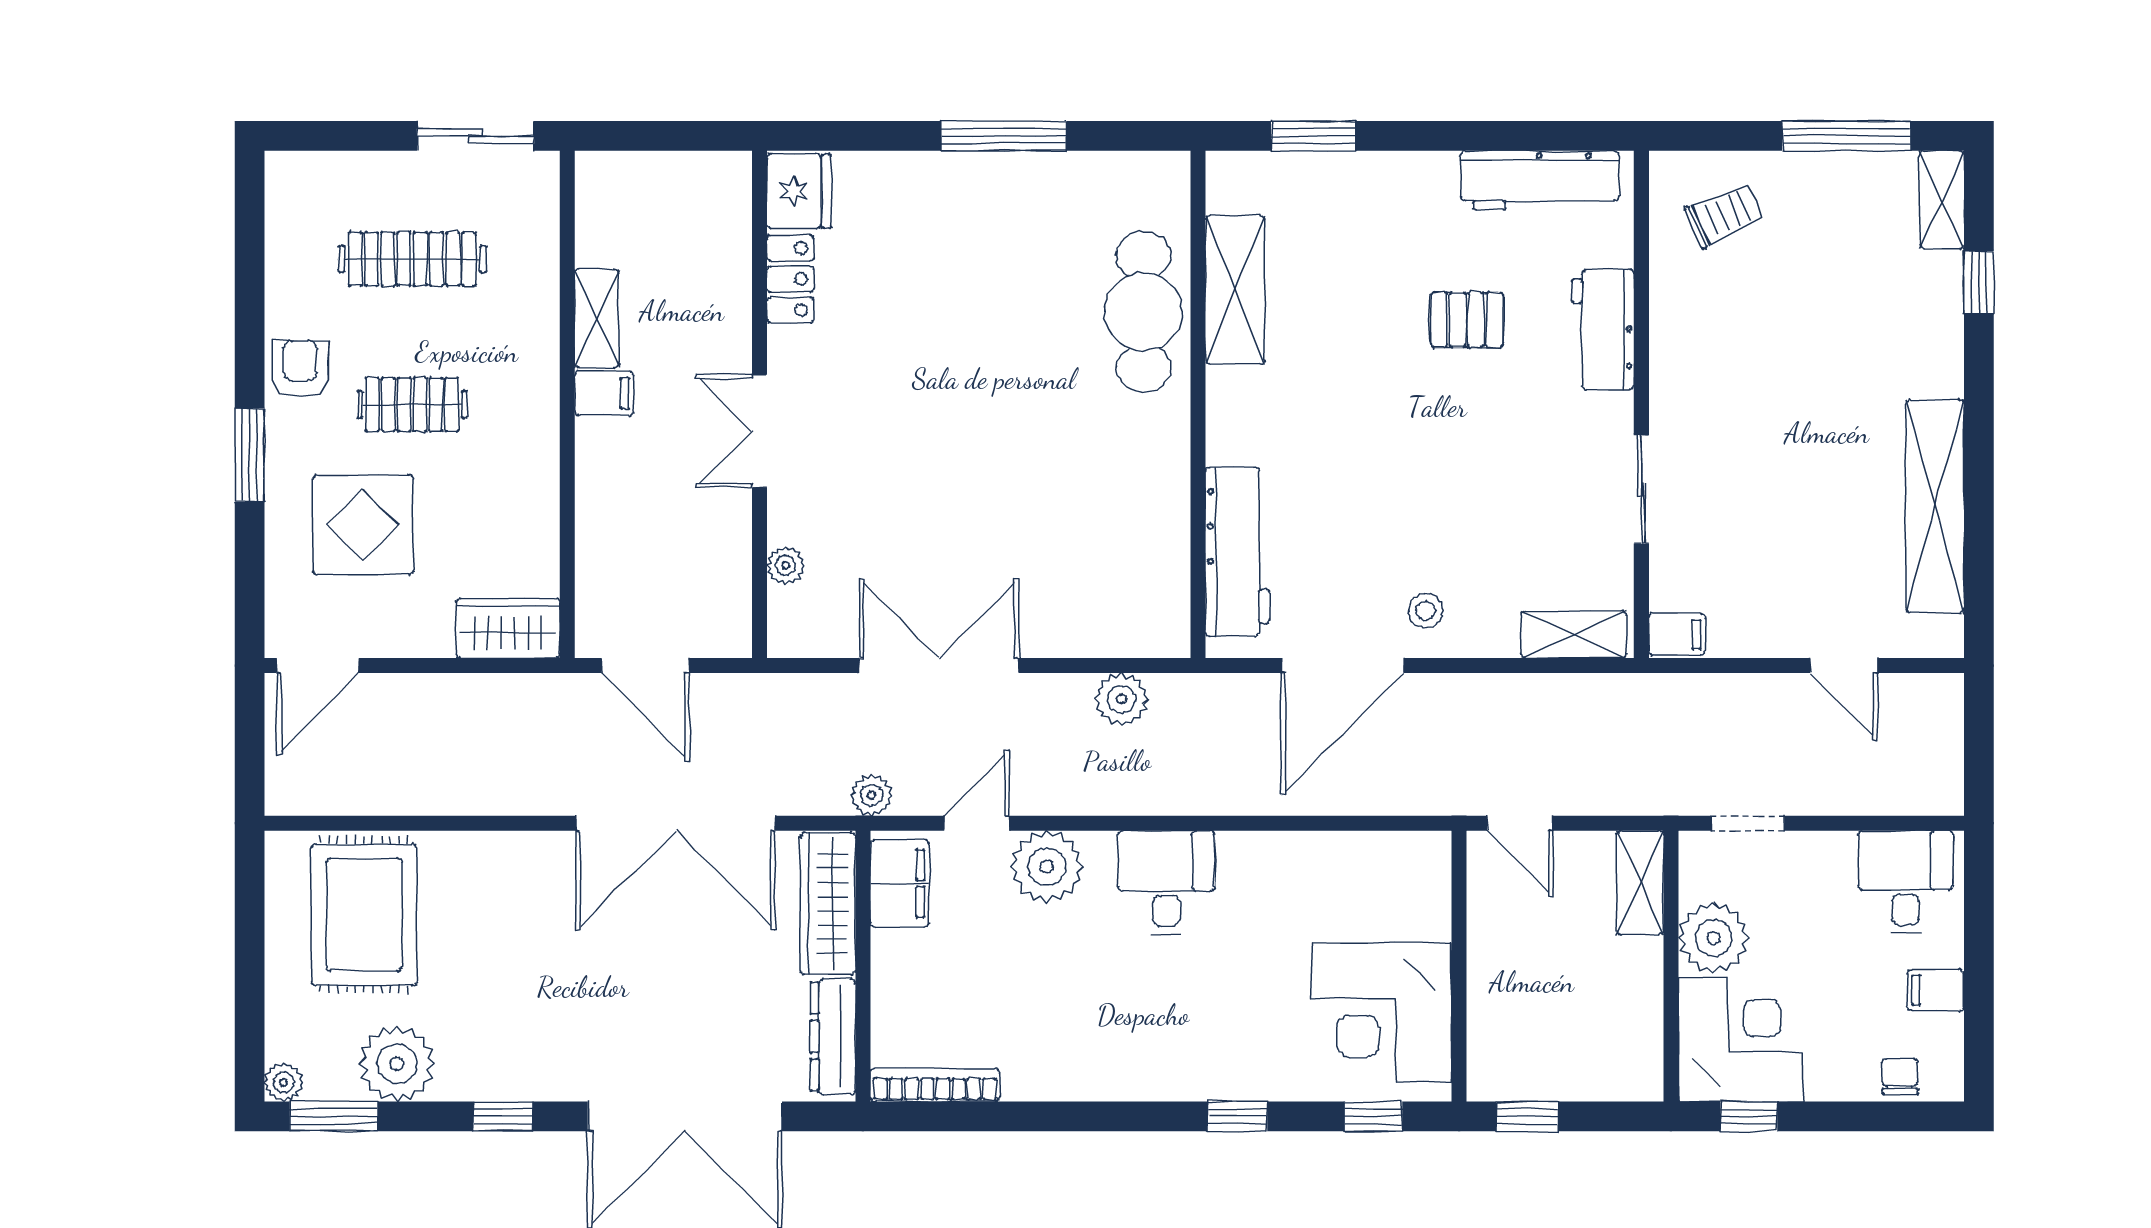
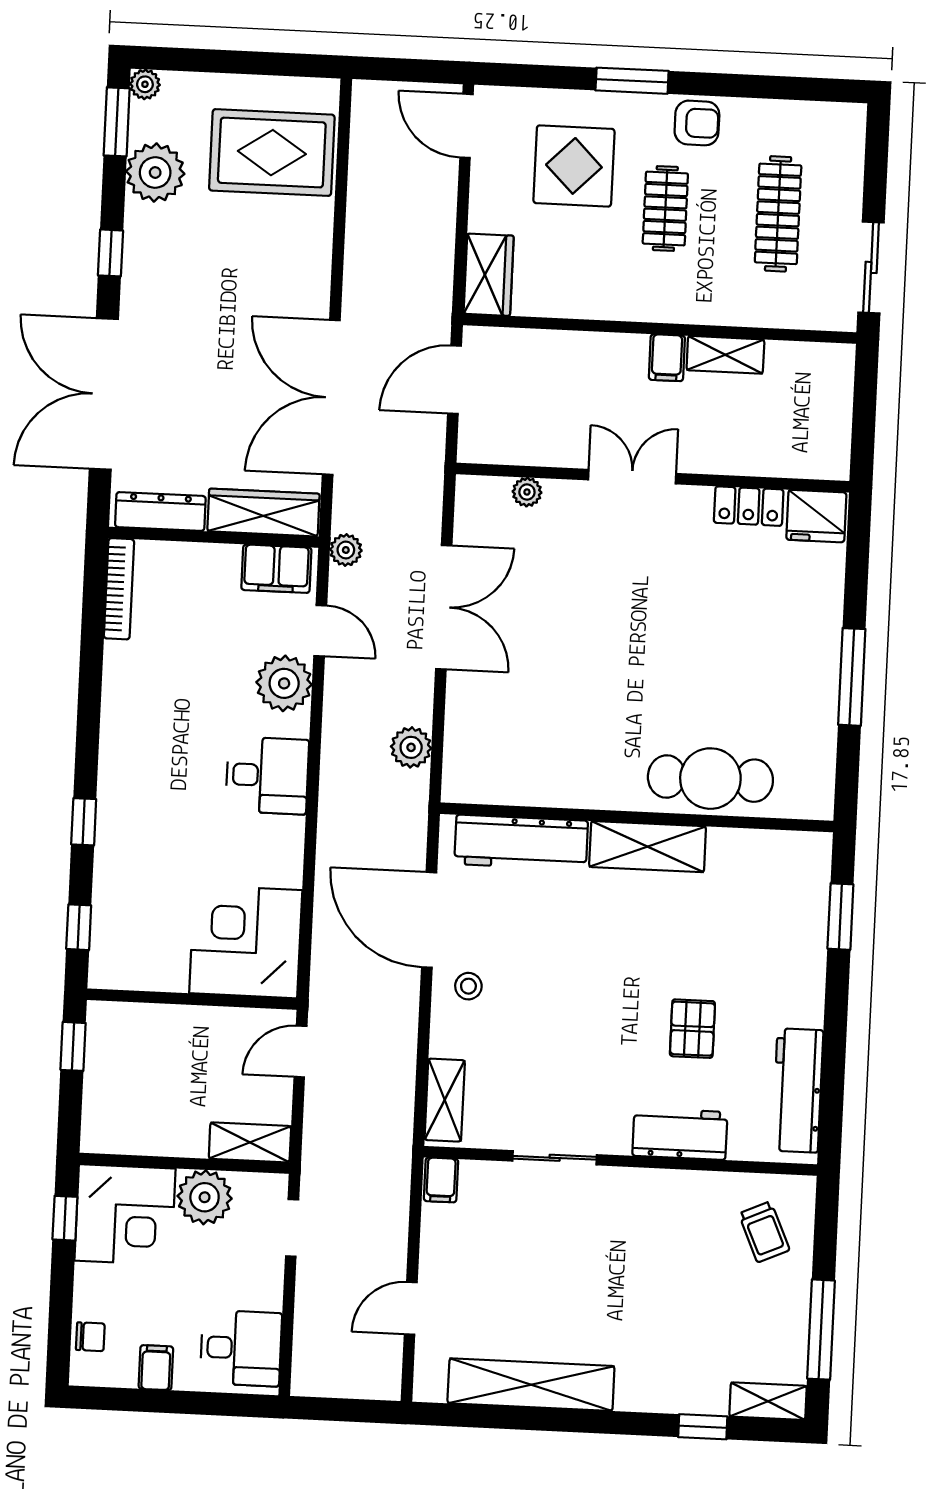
shelving: (1235, 290) -> (648, 847), moved
corner desk: (1382, 1013) -> (246, 942), moved

